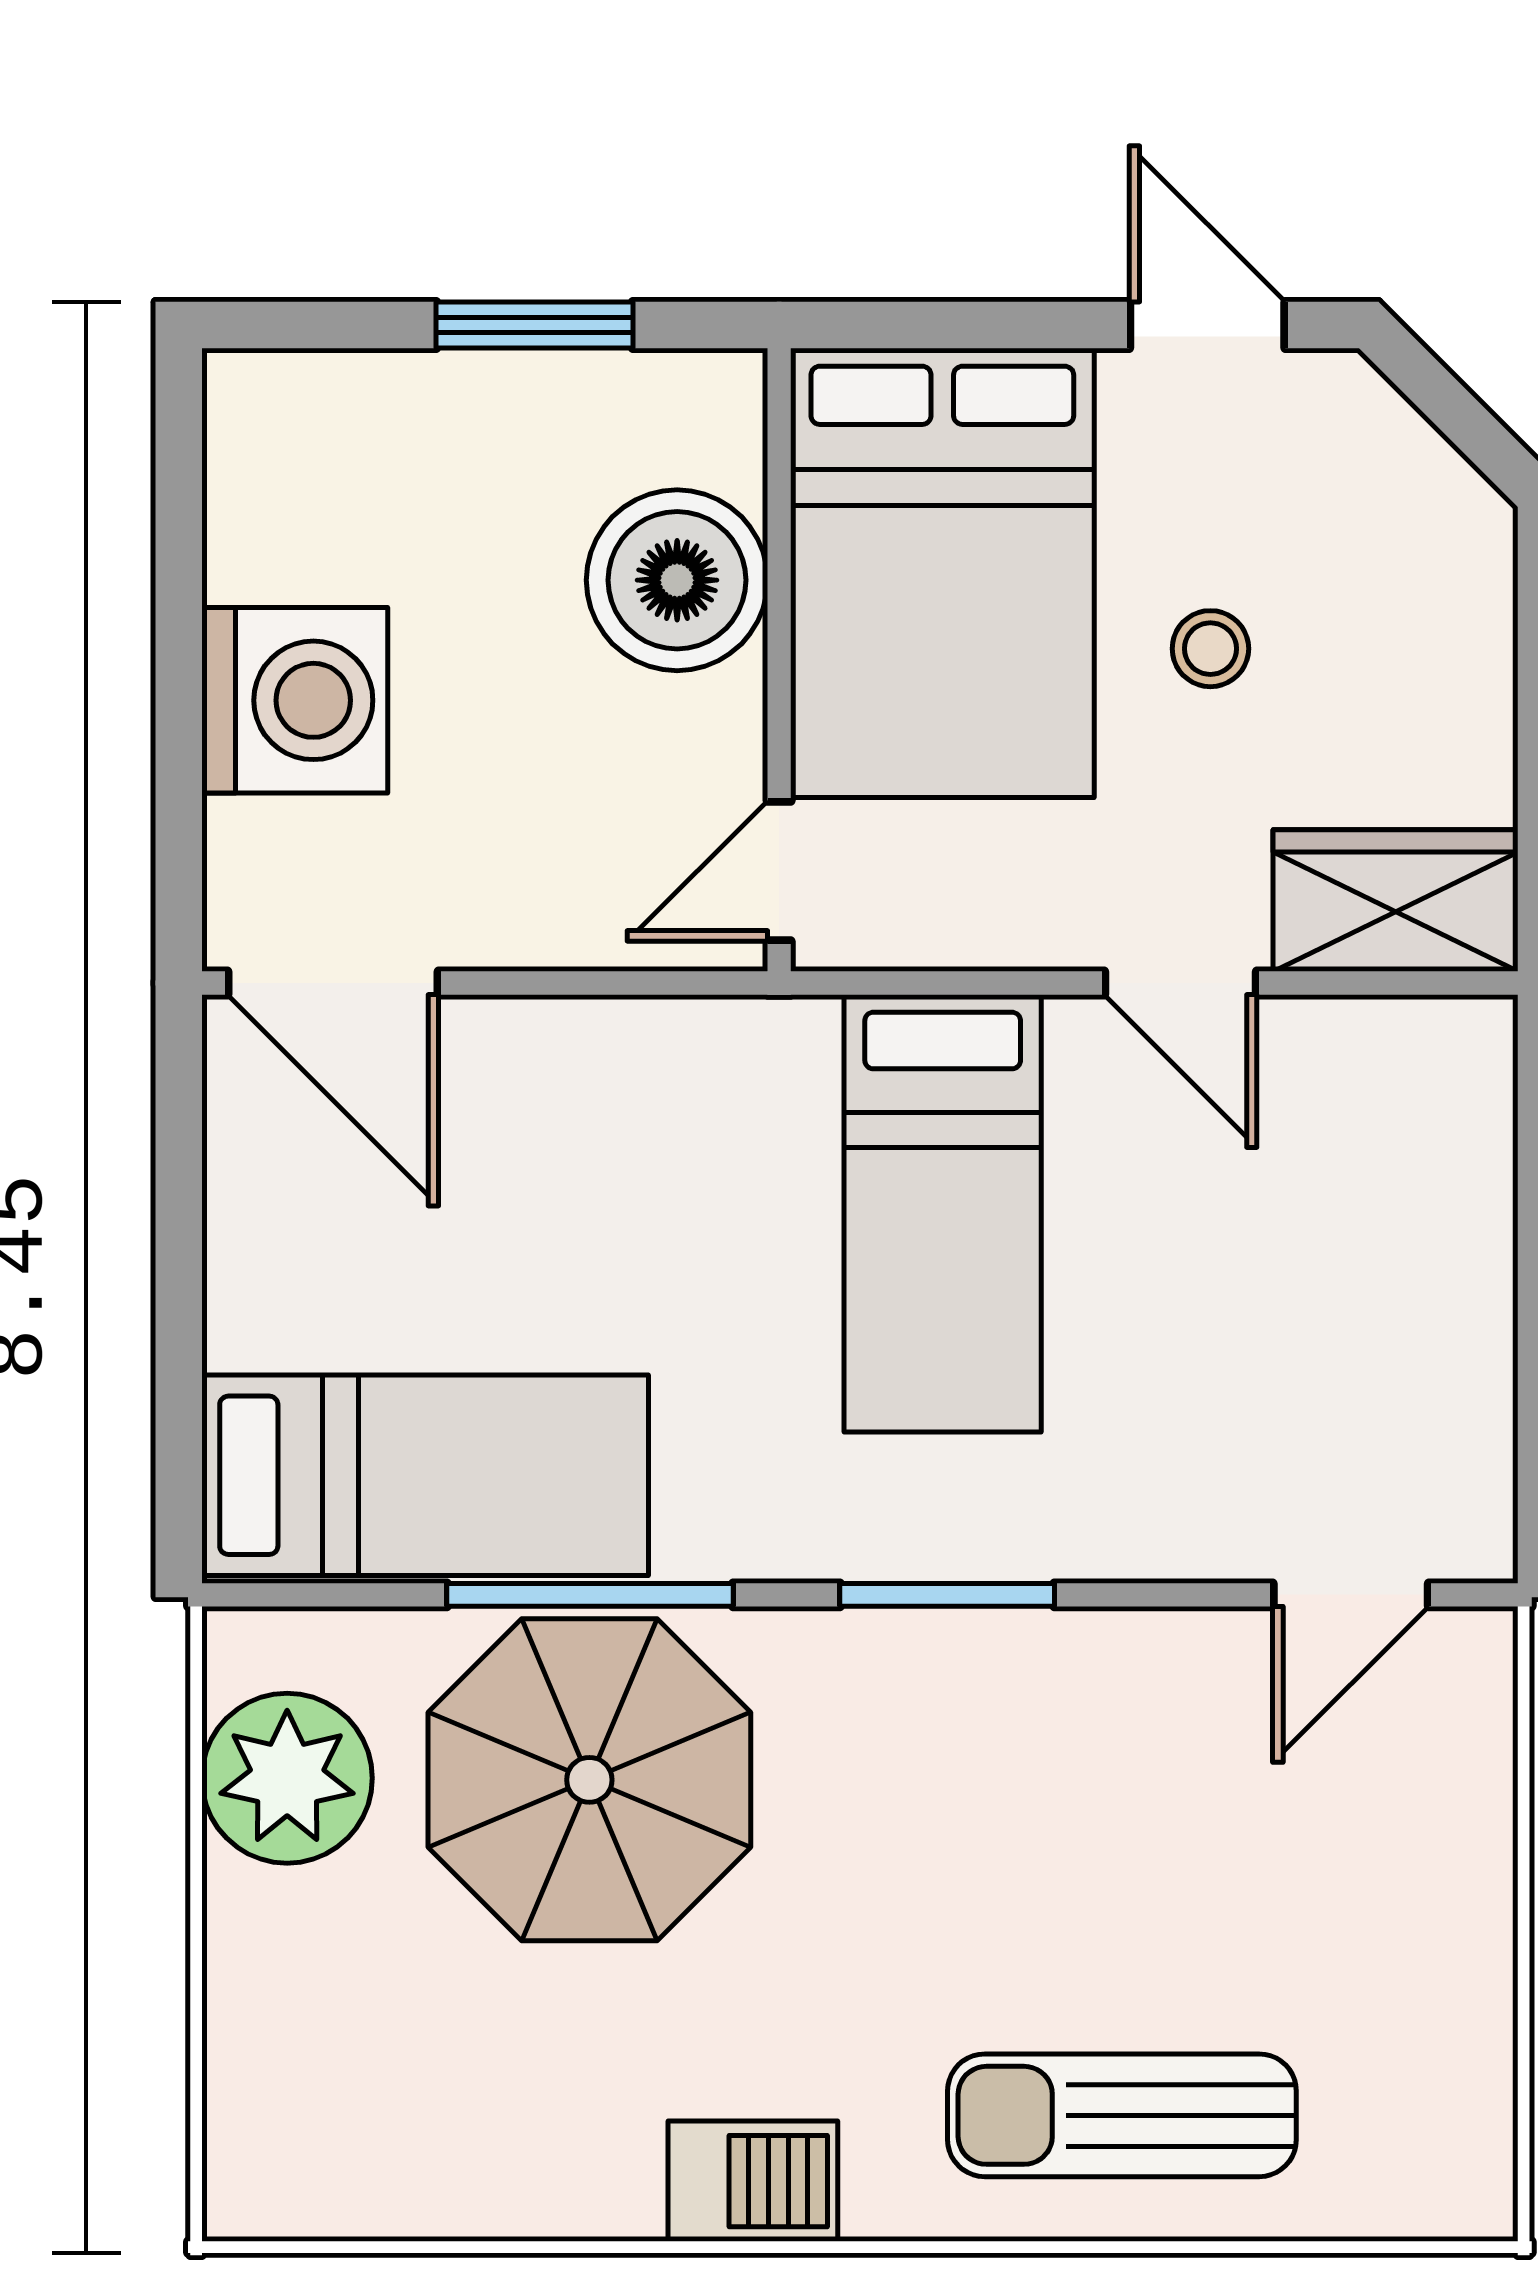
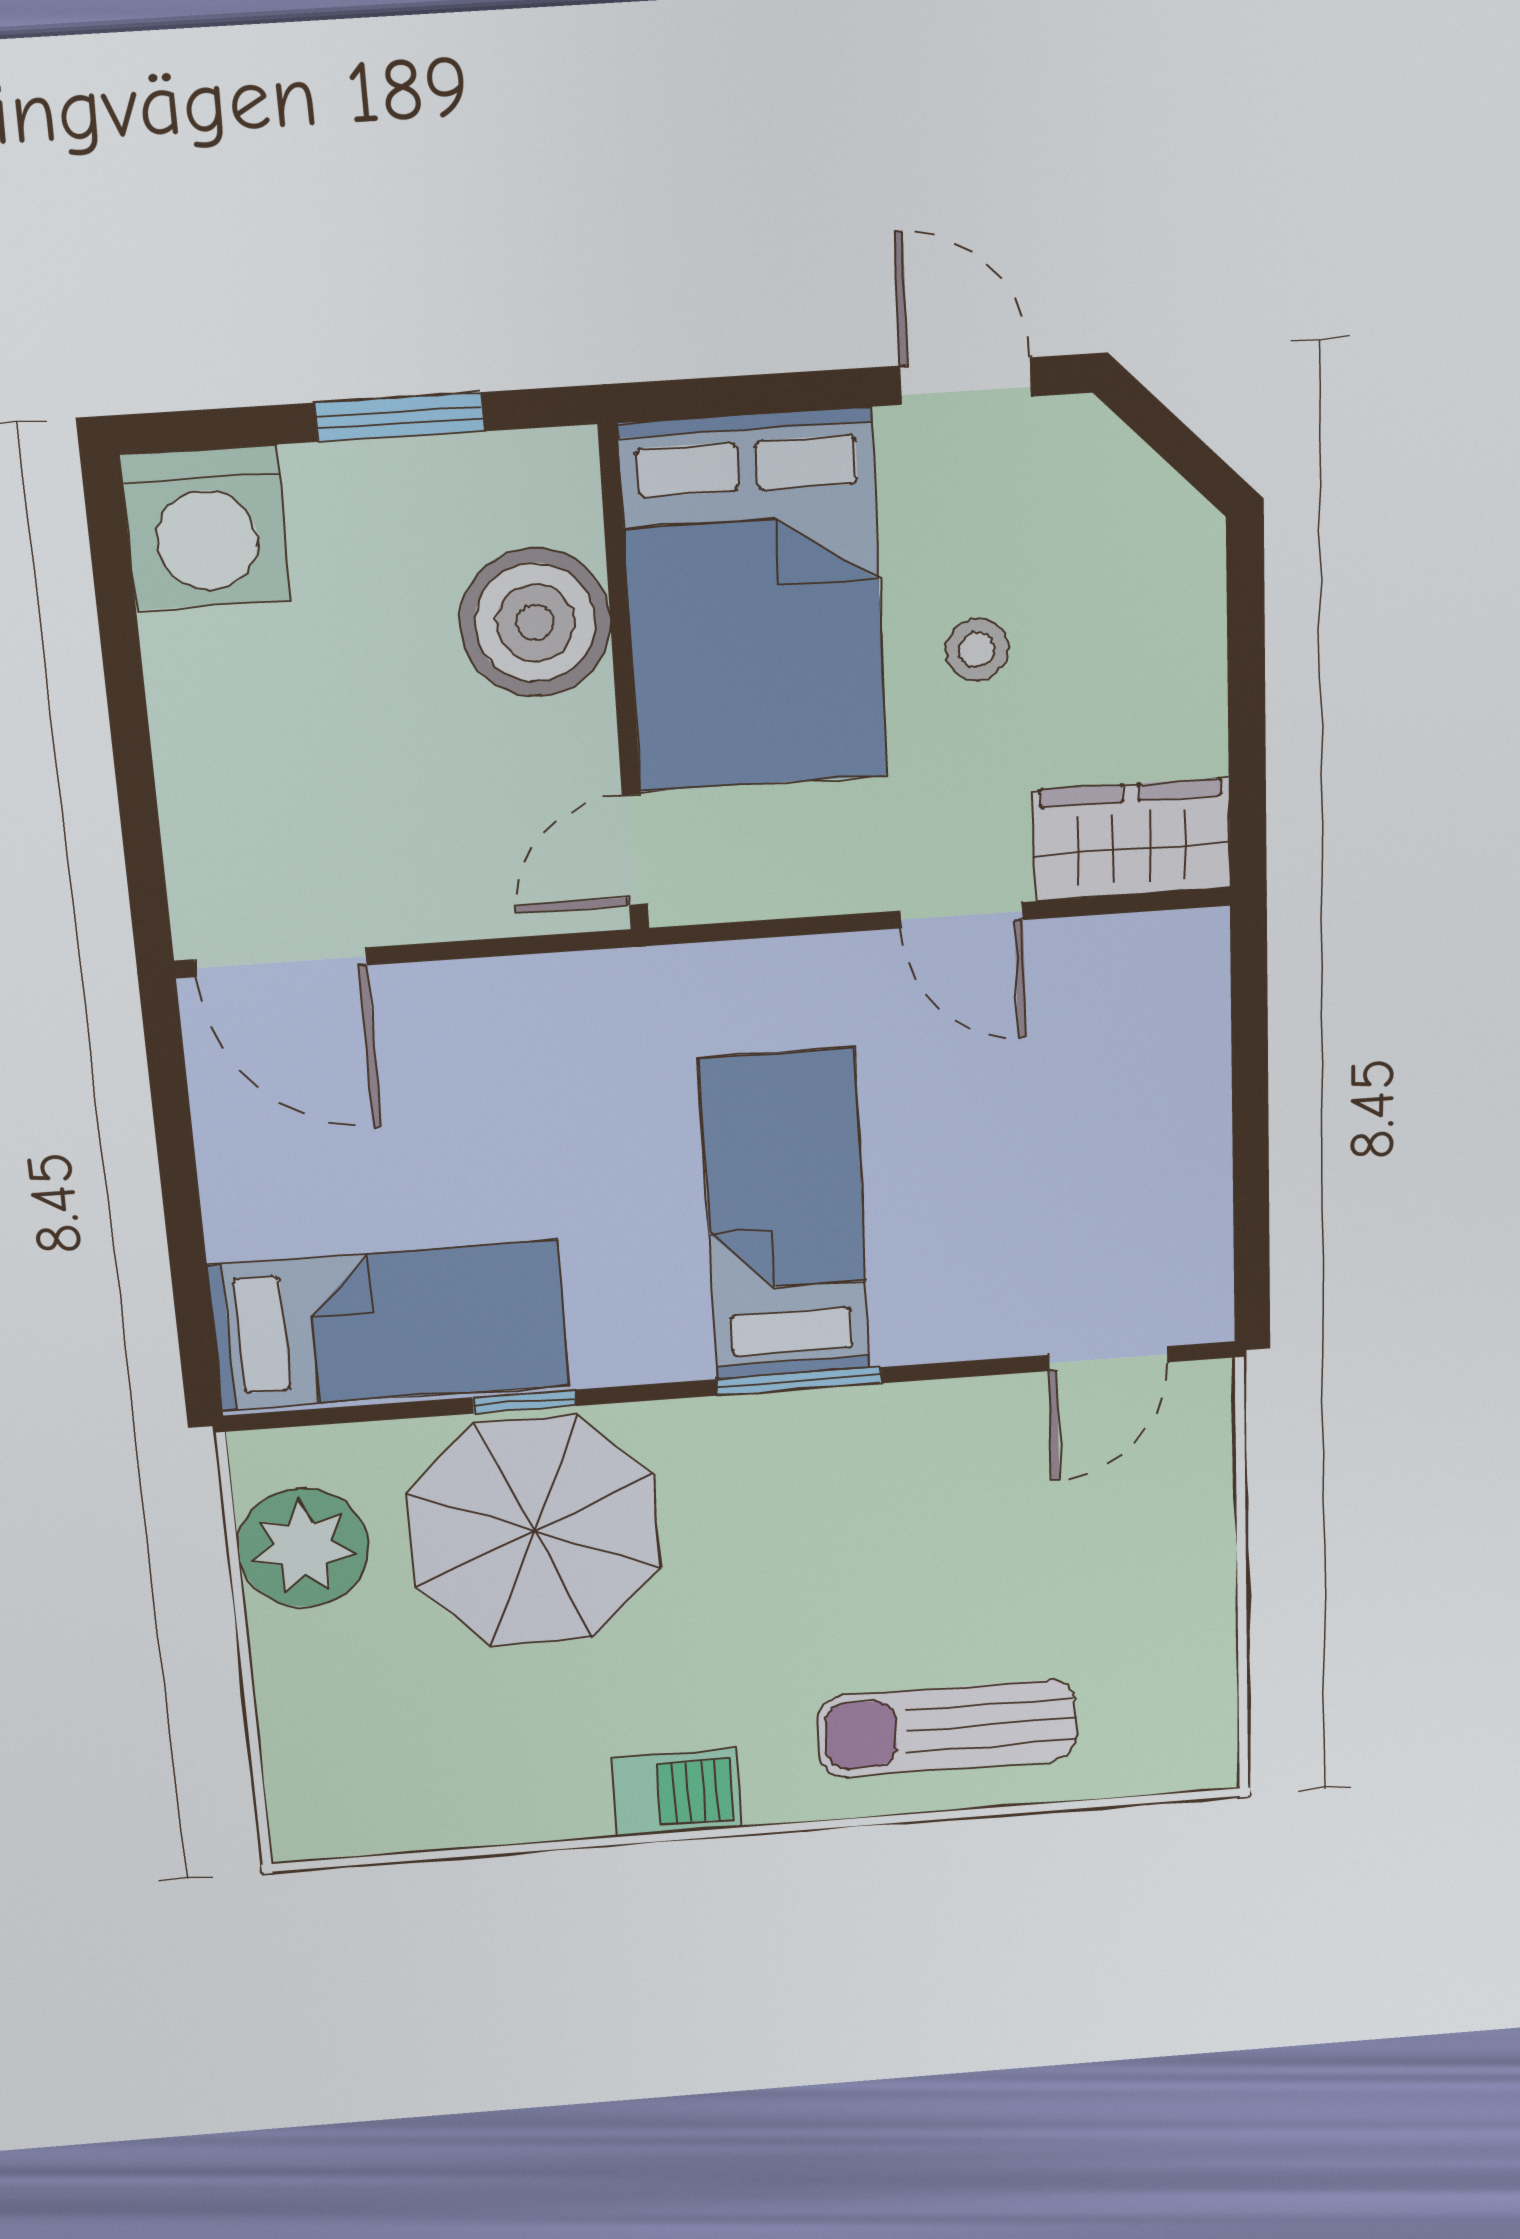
washing machine: (295, 700) -> (206, 528), moved, turned 90
bed: (943, 1213) -> (785, 1216), moved, turned 180
window: (590, 1595) -> (524, 1402), width x0.46

